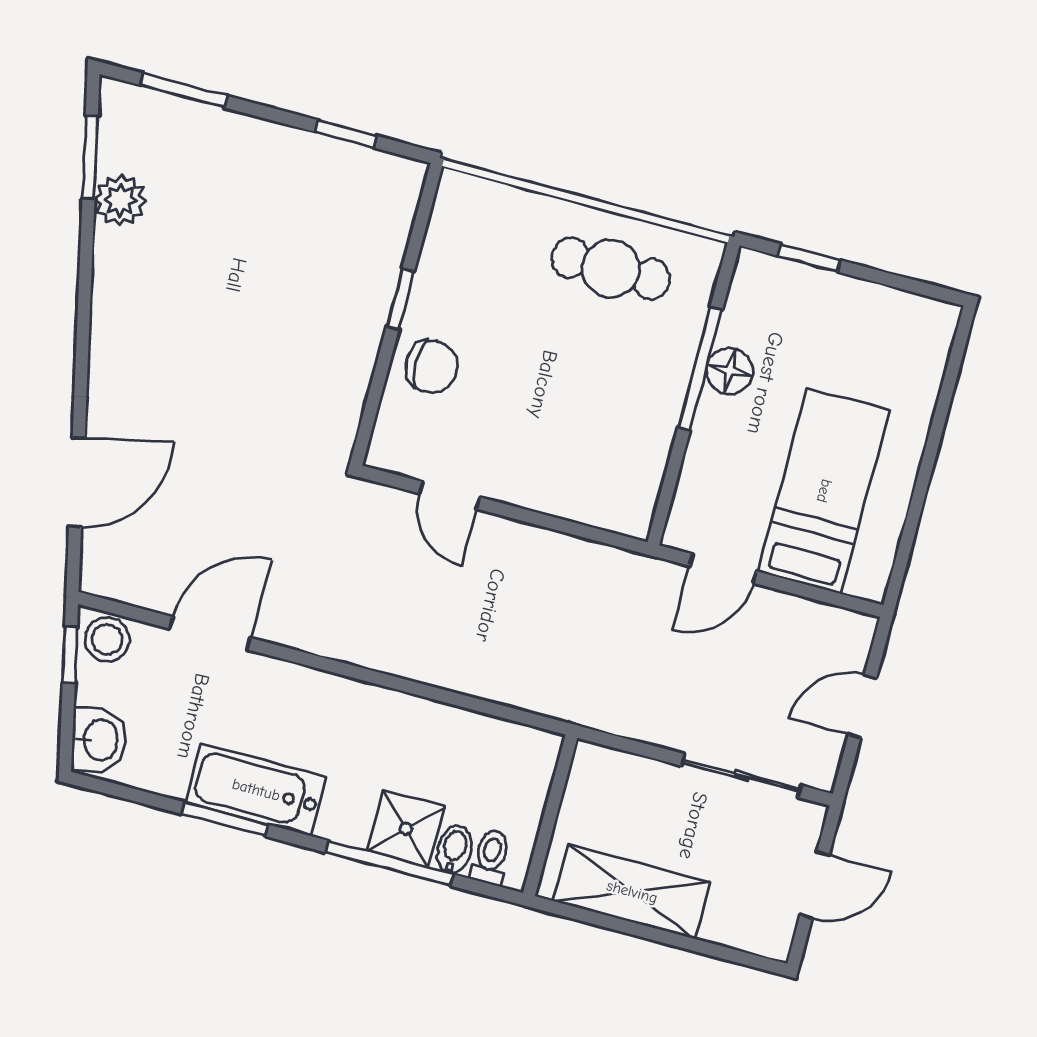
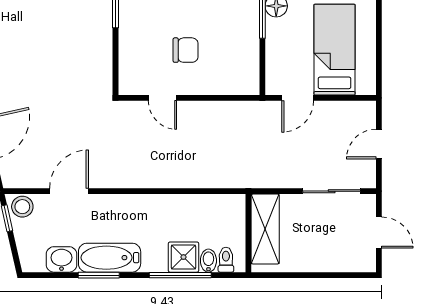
chair: (432, 367) -> (186, 50), moved
washbasin: (99, 740) -> (61, 259), moved, turned -77
door: (815, 885) -> (379, 233), hinge flipped
shelving: (632, 892) -> (265, 229), moved, turned 90

